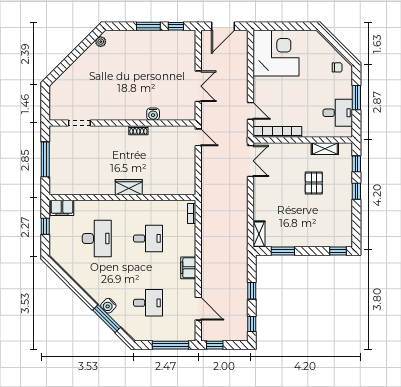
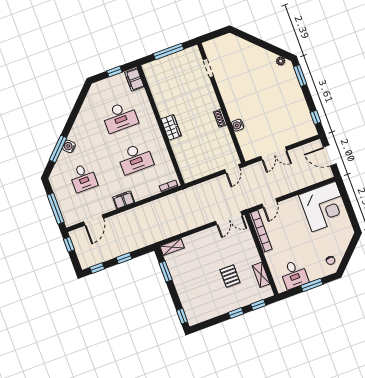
window: (148, 26) -> (300, 76), moved
pallet: (314, 183) -> (230, 276), turned 90
desk: (148, 238) -> (135, 158), width x1.37

